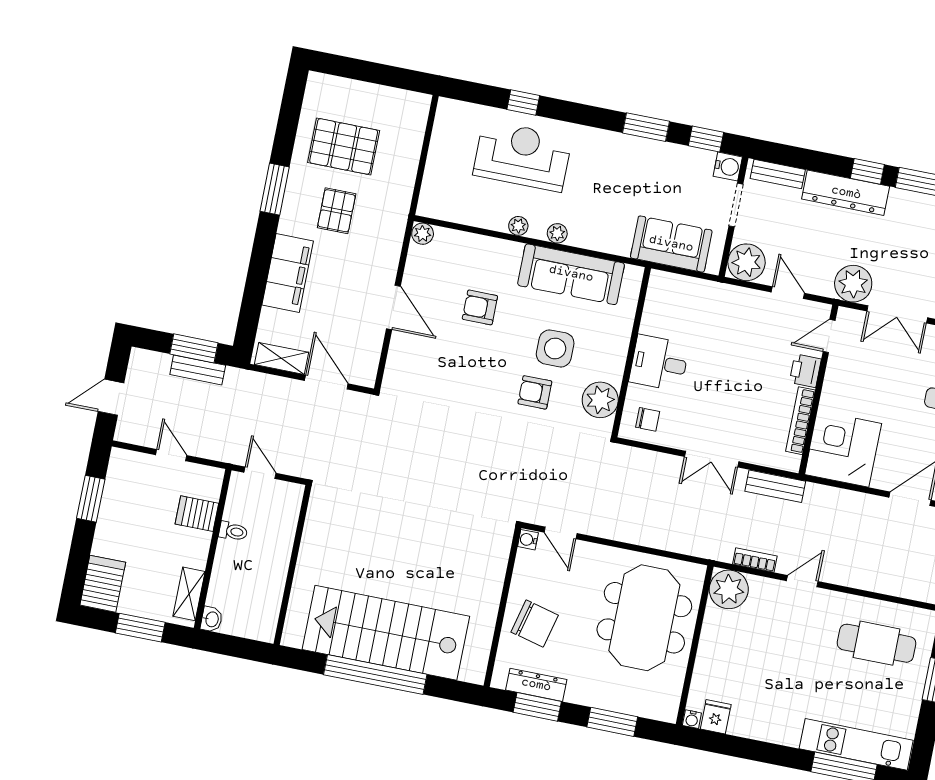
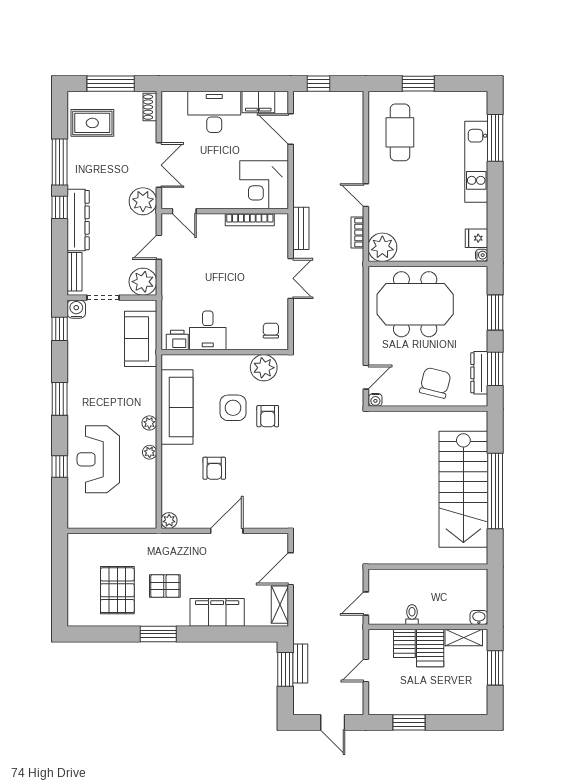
window: (646, 127) -> (60, 399), moved
desk: (659, 363) -> (208, 330), moved
printer: (805, 371) -> (177, 340), moved, turned 180
server rack: (103, 584) -> (430, 648), moved, turned -90
kitchen unit: (856, 744) -> (476, 162), moved

